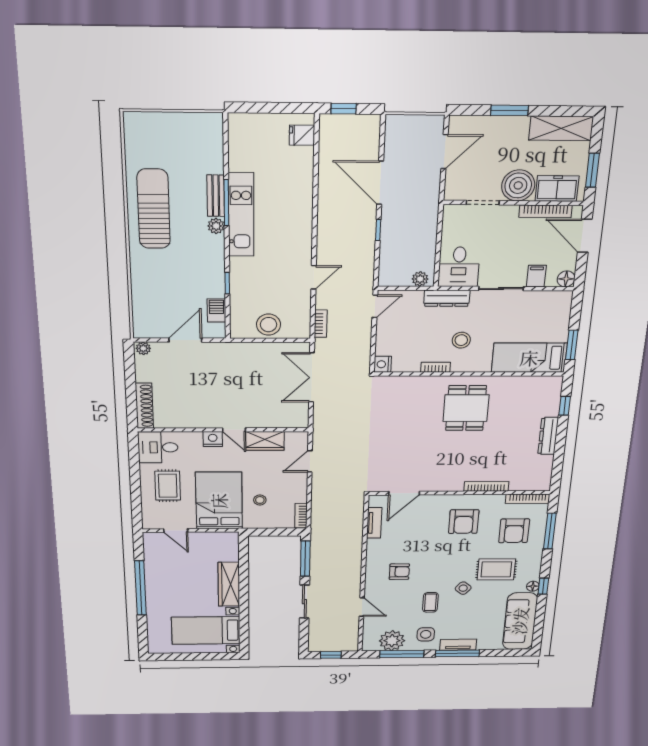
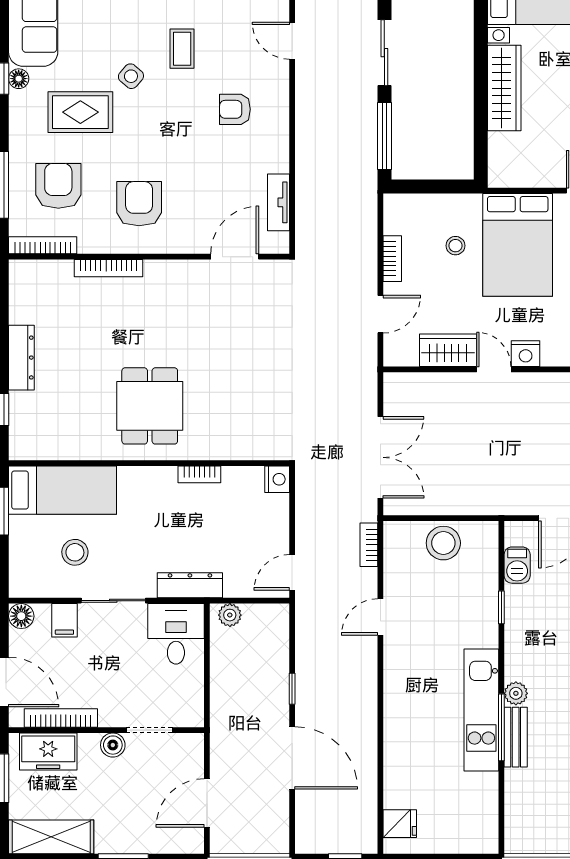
boiler: (518, 185) -> (113, 745), width x0.54, depth x0.54
stool: (461, 340) -> (75, 552), moved
bookcase: (301, 516) -> (392, 259), moved

